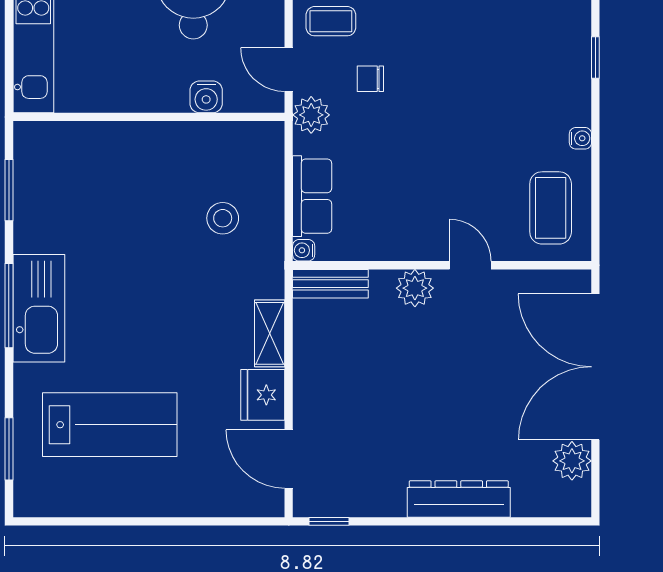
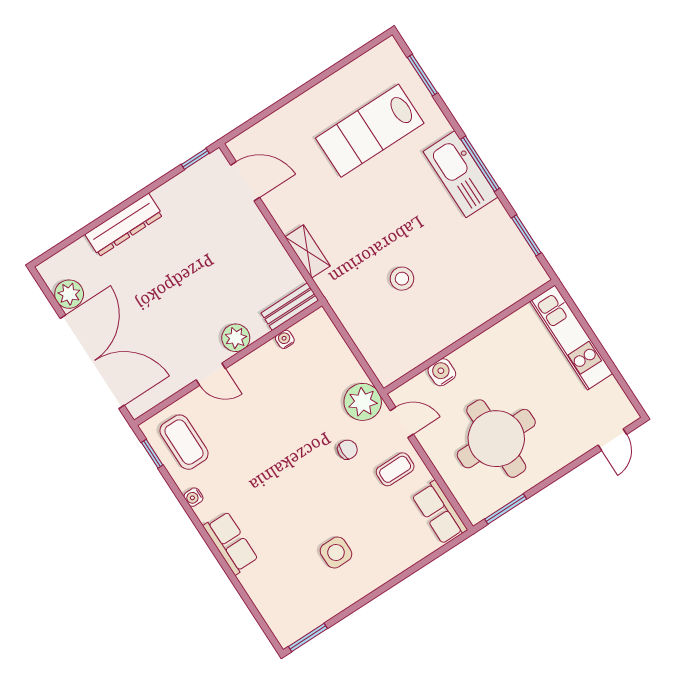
window: (595, 57) -> (152, 454), moved
plant: (311, 115) -> (363, 402), width x1.36, depth x1.36
row of seats: (312, 196) -> (231, 543), moved, turned 180
stool: (223, 218) -> (402, 279), moved
water cooler: (304, 250) -> (285, 339), moved, turned -90
fridge: (263, 395) -> (287, 211), removed

